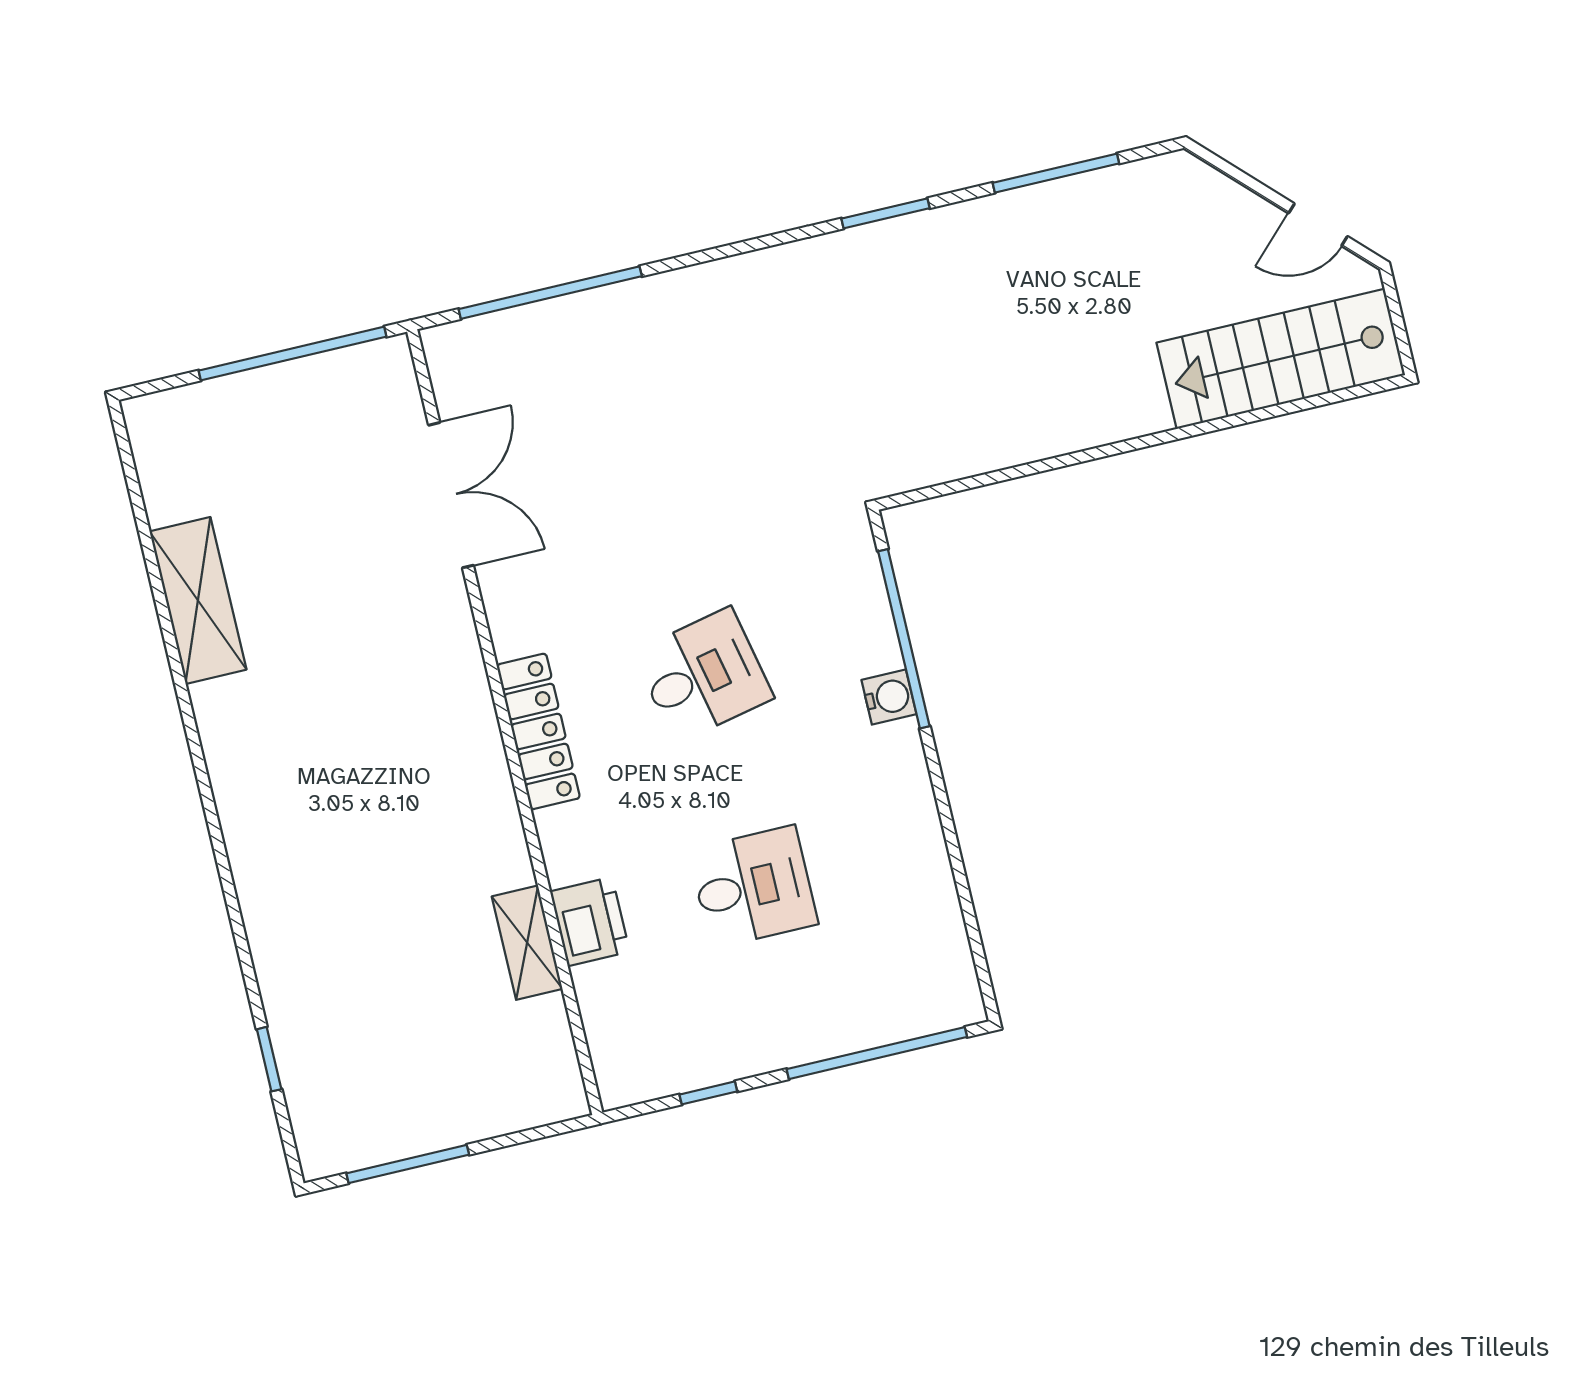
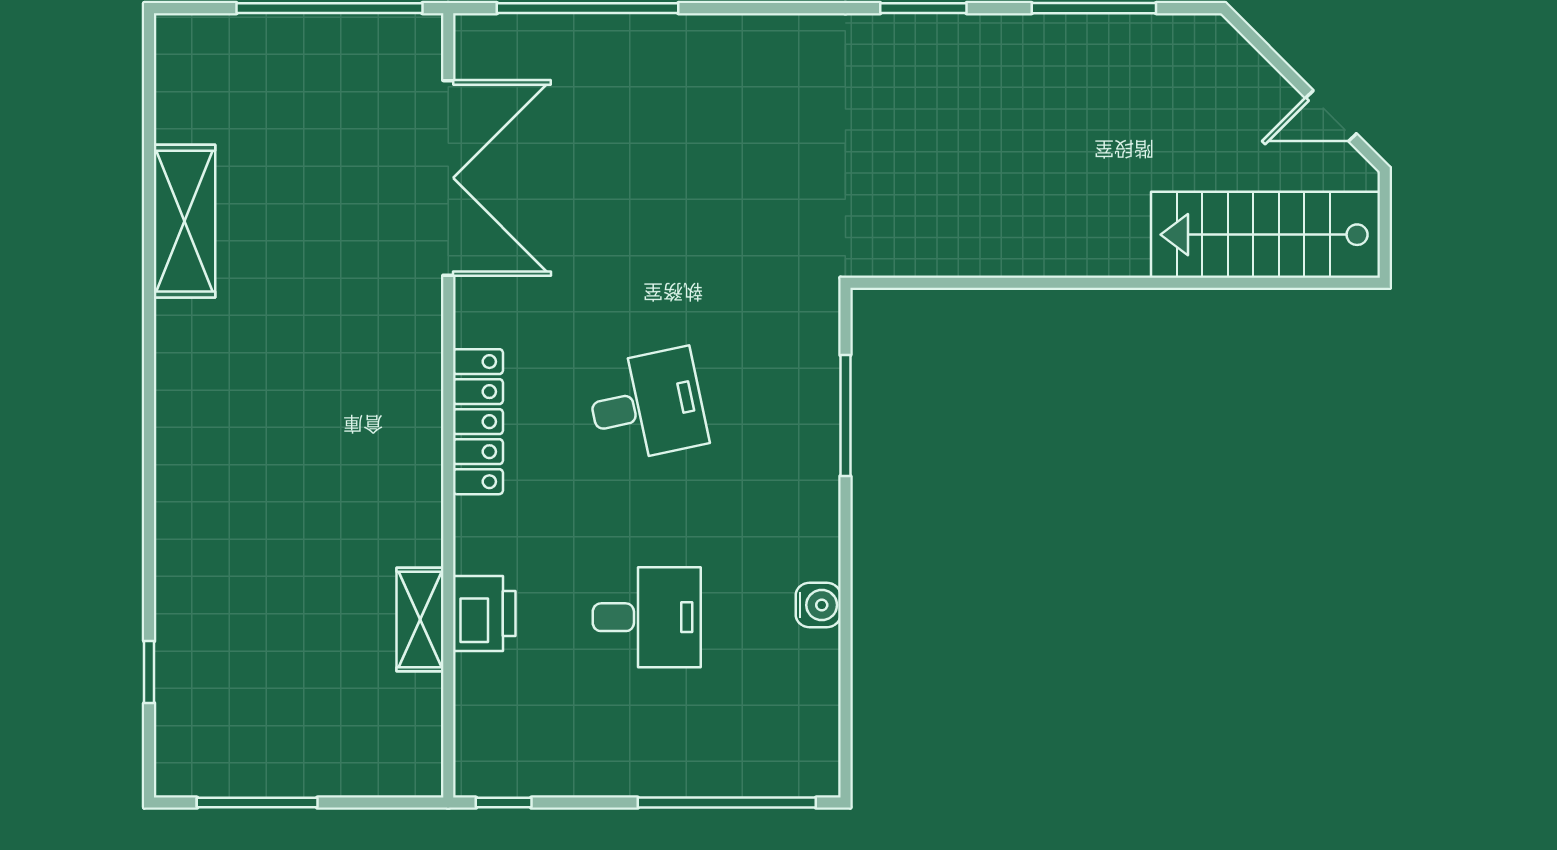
double door: (451, 495) -> (448, 178), width x1.36
window: (904, 639) -> (845, 416), width x0.68
water cooler: (889, 697) -> (818, 605), moved
window: (708, 1093) -> (504, 803), moved

